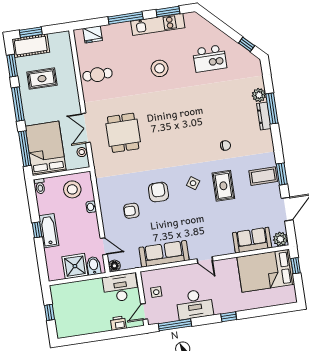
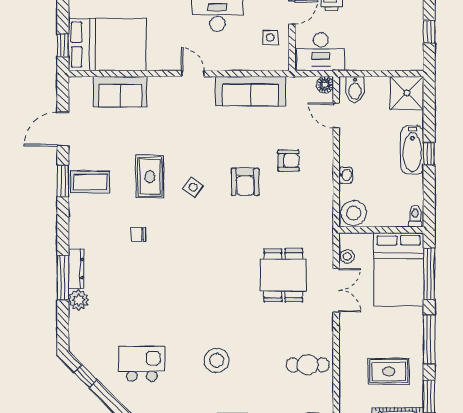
stool: (72, 189) -> (354, 213), moved
plant: (280, 239) -> (79, 87), removed
shower: (75, 266) -> (407, 93), moved

